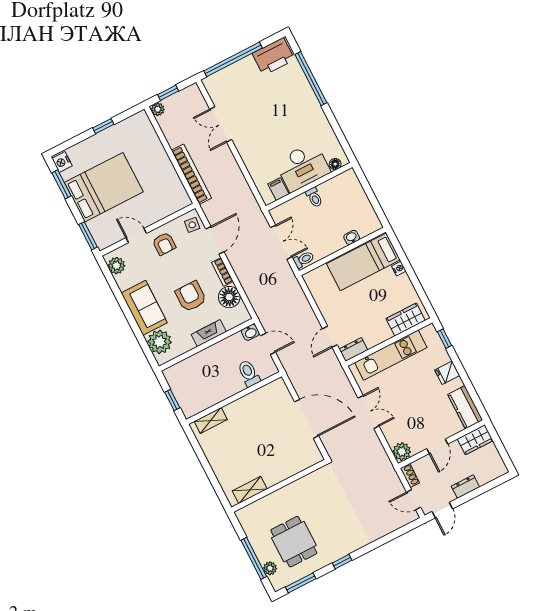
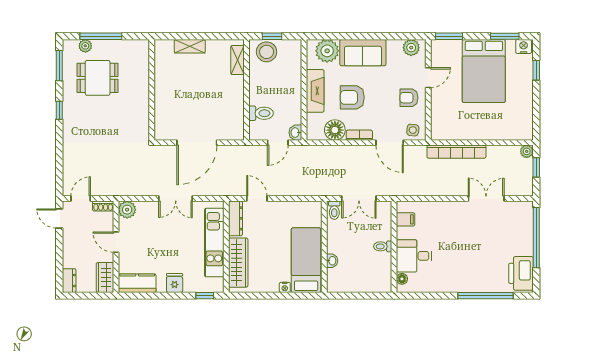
window: (103, 126) -> (536, 70), moved
desk: (303, 167) -> (414, 256), width x0.73
armchair: (191, 296) -> (352, 97), turned 180
wardrobe: (406, 320) -> (238, 263), width x1.50
fireplace: (209, 333) -> (315, 91), width x1.37, depth x1.32
dresser: (353, 350) -> (235, 218), width x1.44
stool: (189, 397) -> (267, 52), added
dresser: (465, 487) -> (69, 281), moved
shelving: (250, 490) -> (190, 46), moved, turned 90

